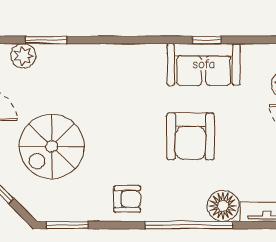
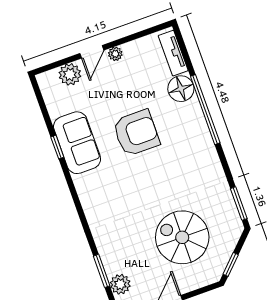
spiral stairs: (52, 146) -> (182, 237), turned 180
armchair: (127, 199) -> (202, 164), removed

